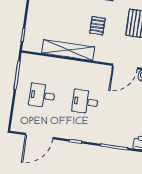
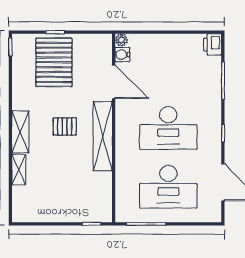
shelving: (68, 50) -> (103, 136), moved
desk: (42, 95) -> (168, 187), width x1.87, depth x1.30
desk: (85, 102) -> (168, 128), width x1.87, depth x1.30

